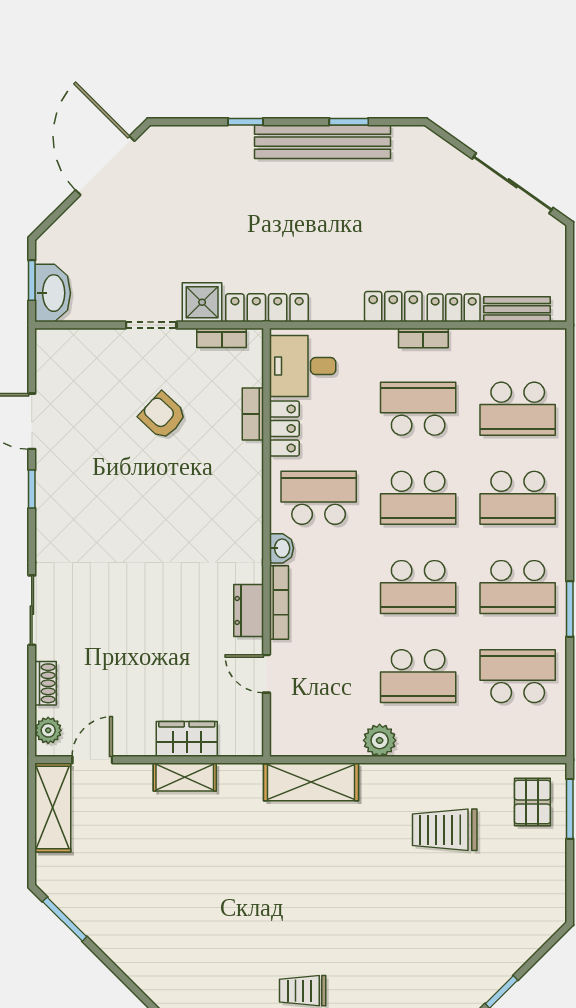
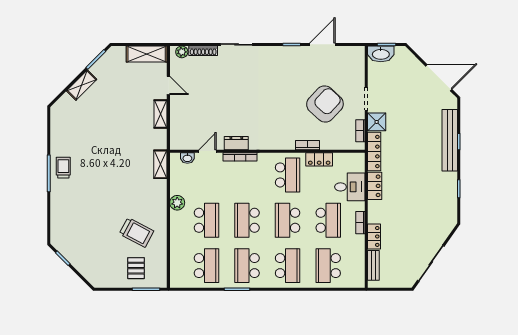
bench: (323, 142) -> (450, 140), moved
locker: (393, 307) -> (375, 186), moved
desk: (303, 366) -> (350, 187), moved, turned 90
bookcase: (253, 414) -> (307, 145), moved
armchair: (163, 416) -> (325, 104), width x1.88, depth x1.88
school desk: (518, 498) -> (288, 266), turned 180
washbasin: (281, 548) -> (187, 158), moved
school desk: (418, 676) -> (206, 220), turned 180
shoe rack: (46, 683) -> (203, 51), width x1.43
wardrobe: (187, 739) -> (178, 115), removed
door: (92, 760) -> (168, 86), moved
shelving: (311, 782) -> (160, 164), width x0.67, depth x0.75
pallet: (532, 802) -> (136, 268), moved, turned 90
trolley: (445, 830) -> (137, 232), turned 118
shelving: (121, 950) -> (82, 85), added

